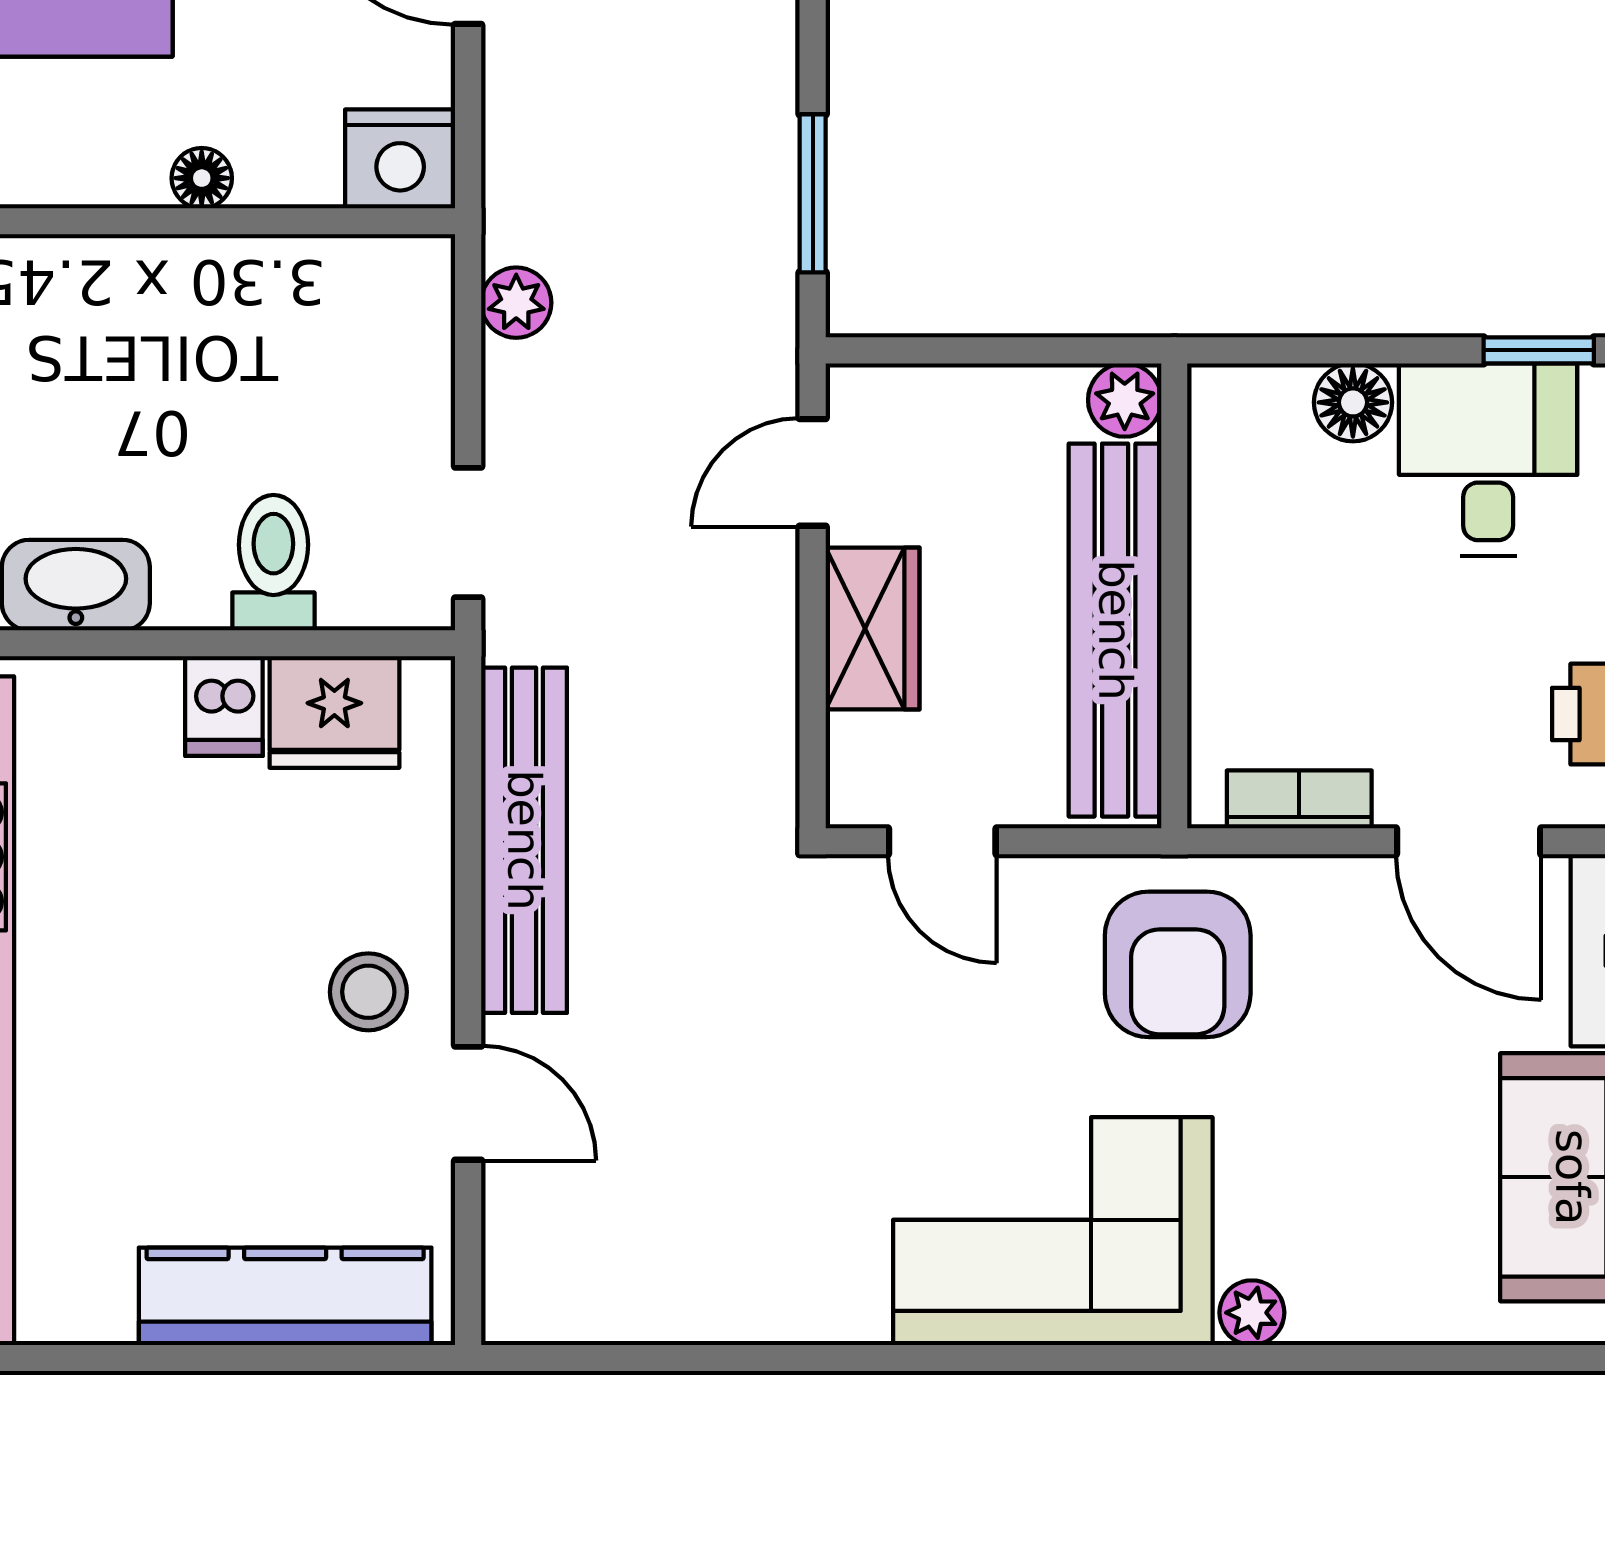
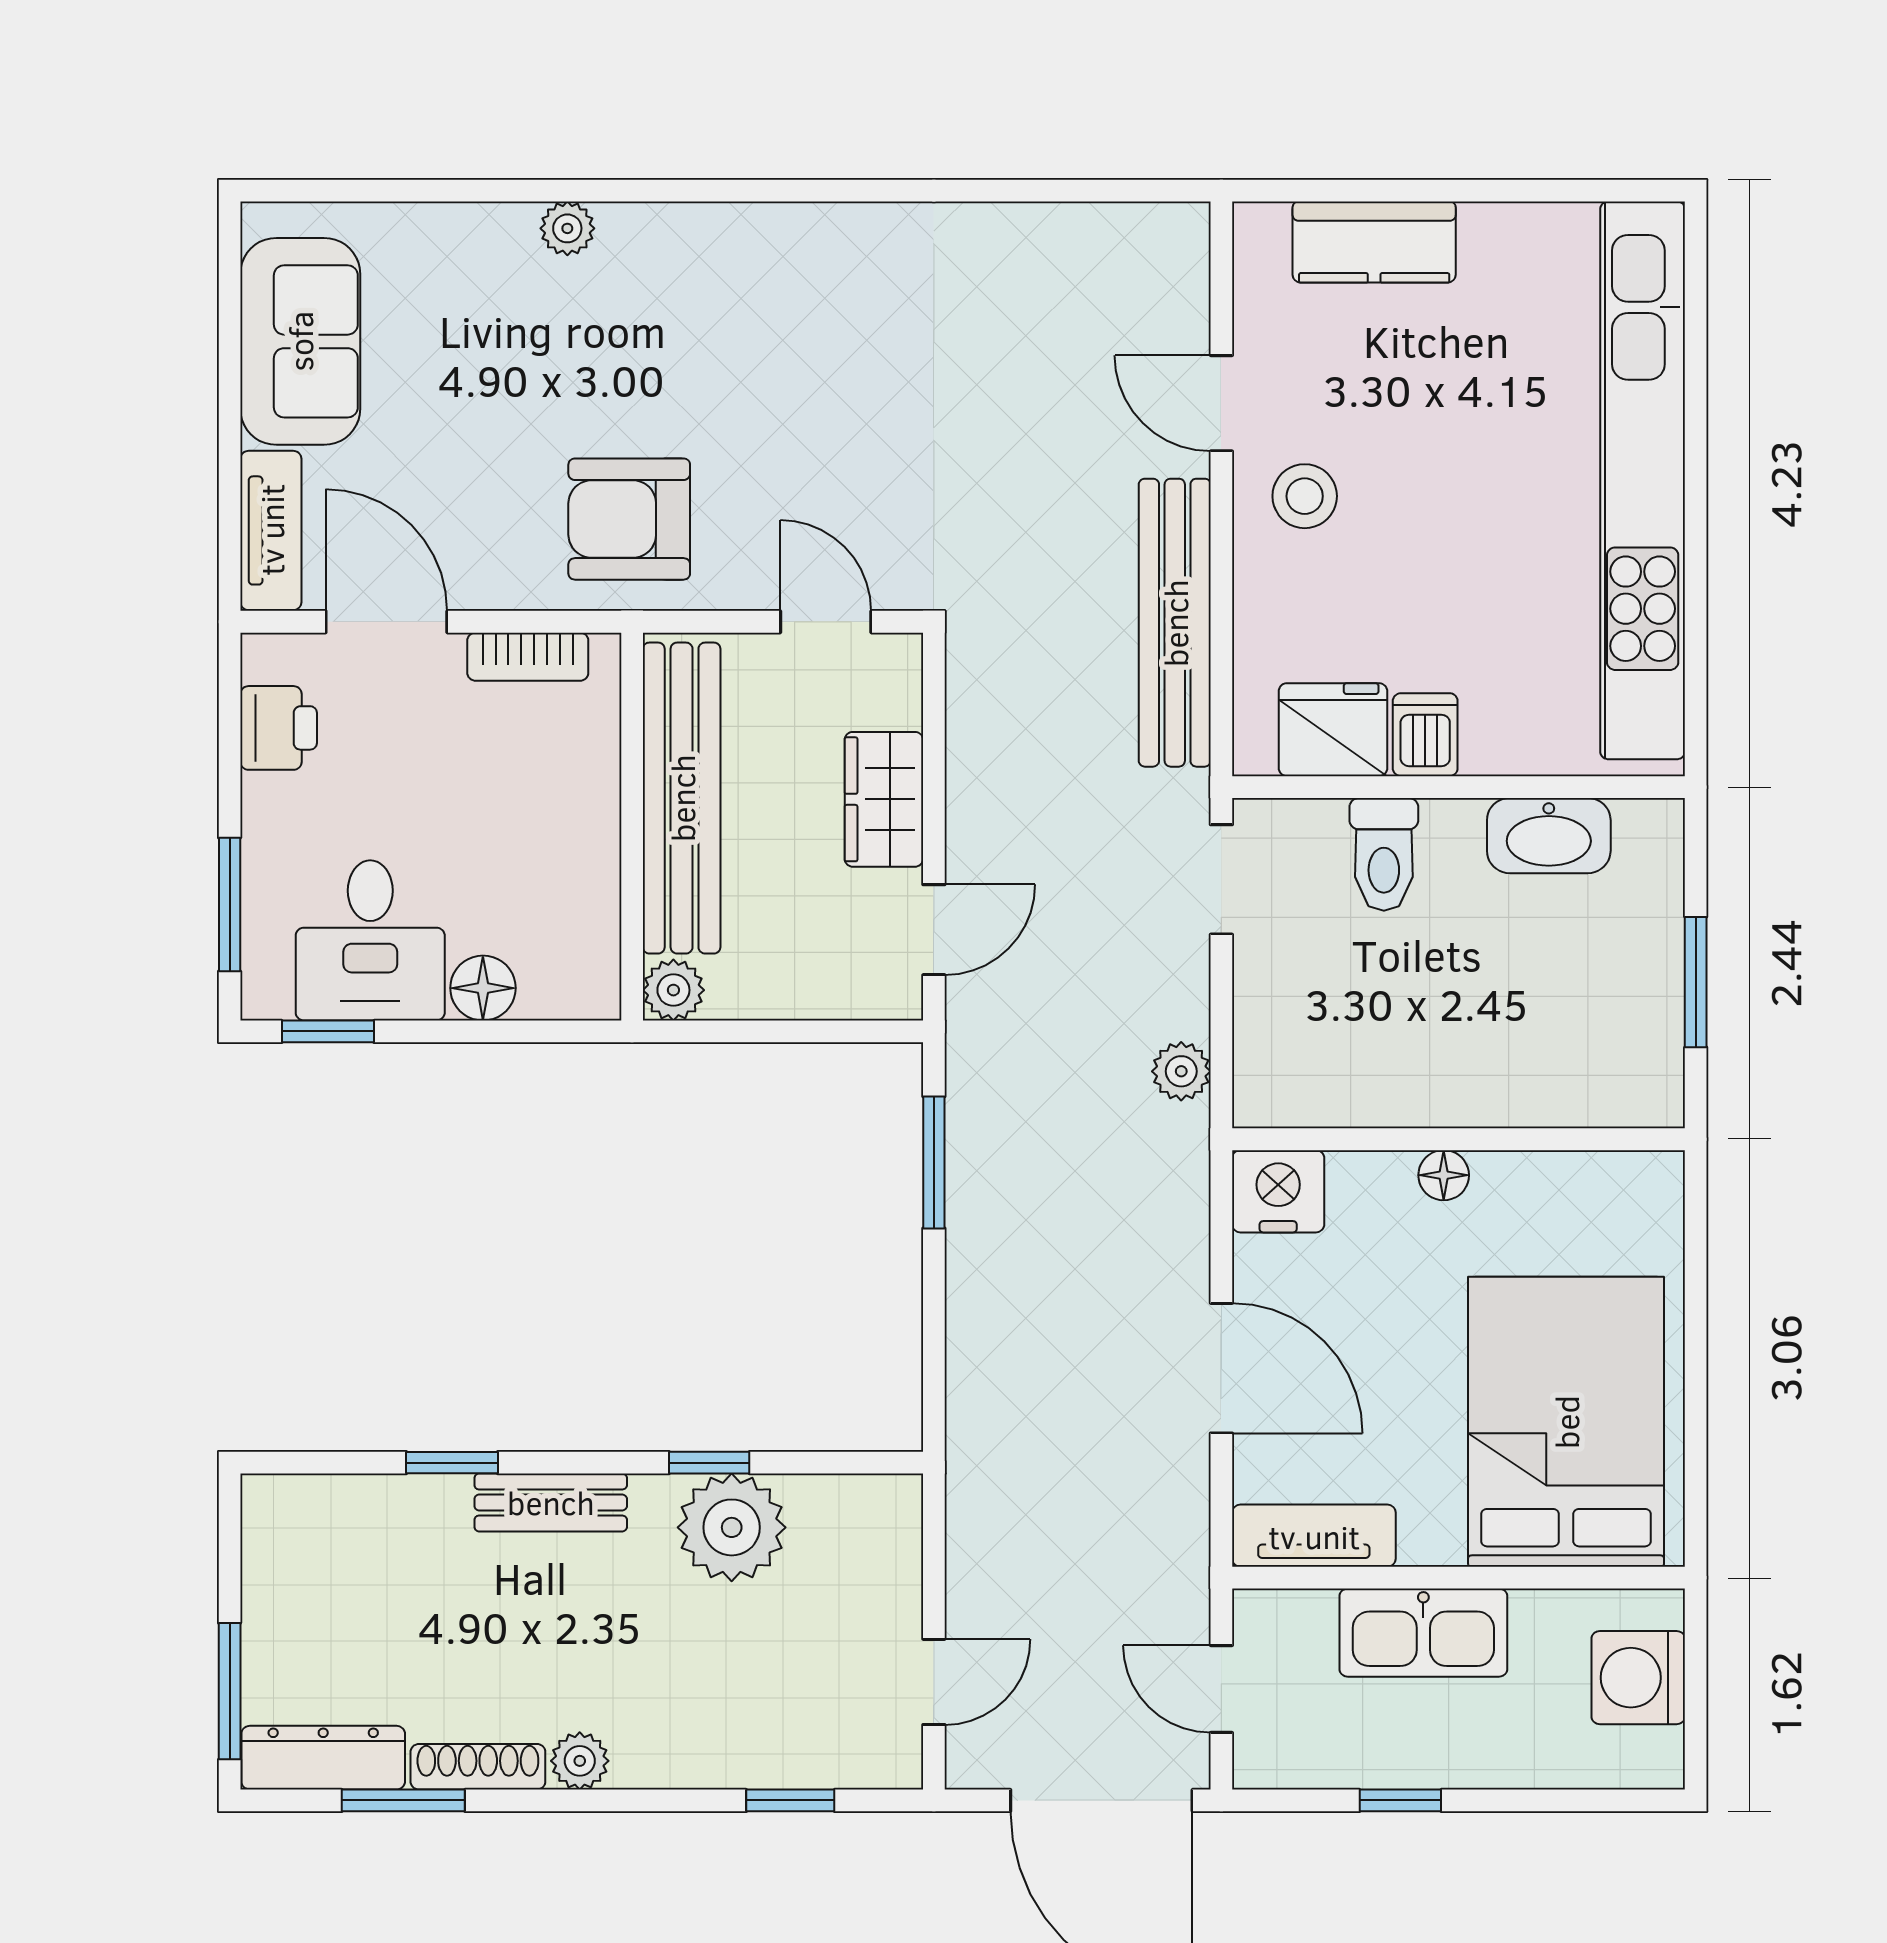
armchair: (1178, 964) -> (629, 519), turned -90
corner sofa: (1053, 1231) -> (733, 296), removed
kitchen counter: (285, 1296) -> (1374, 242), width x0.67

